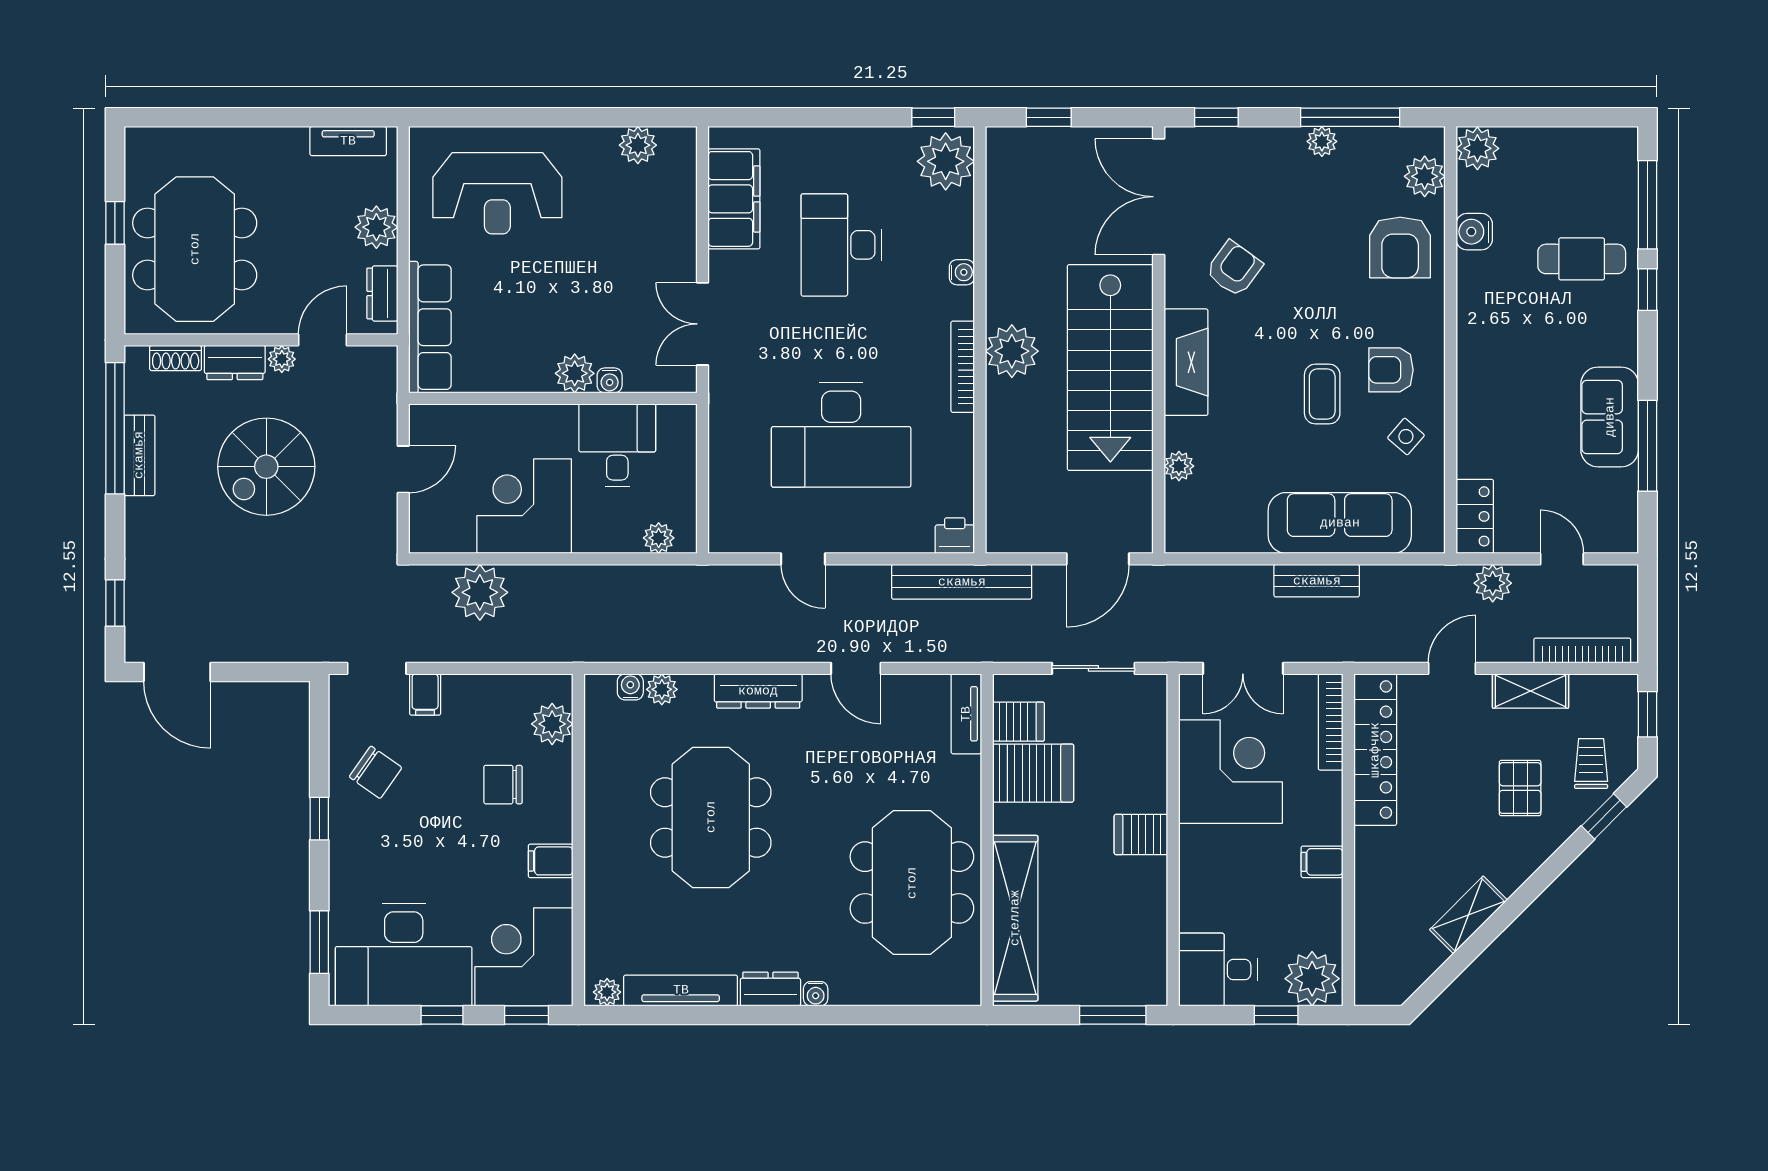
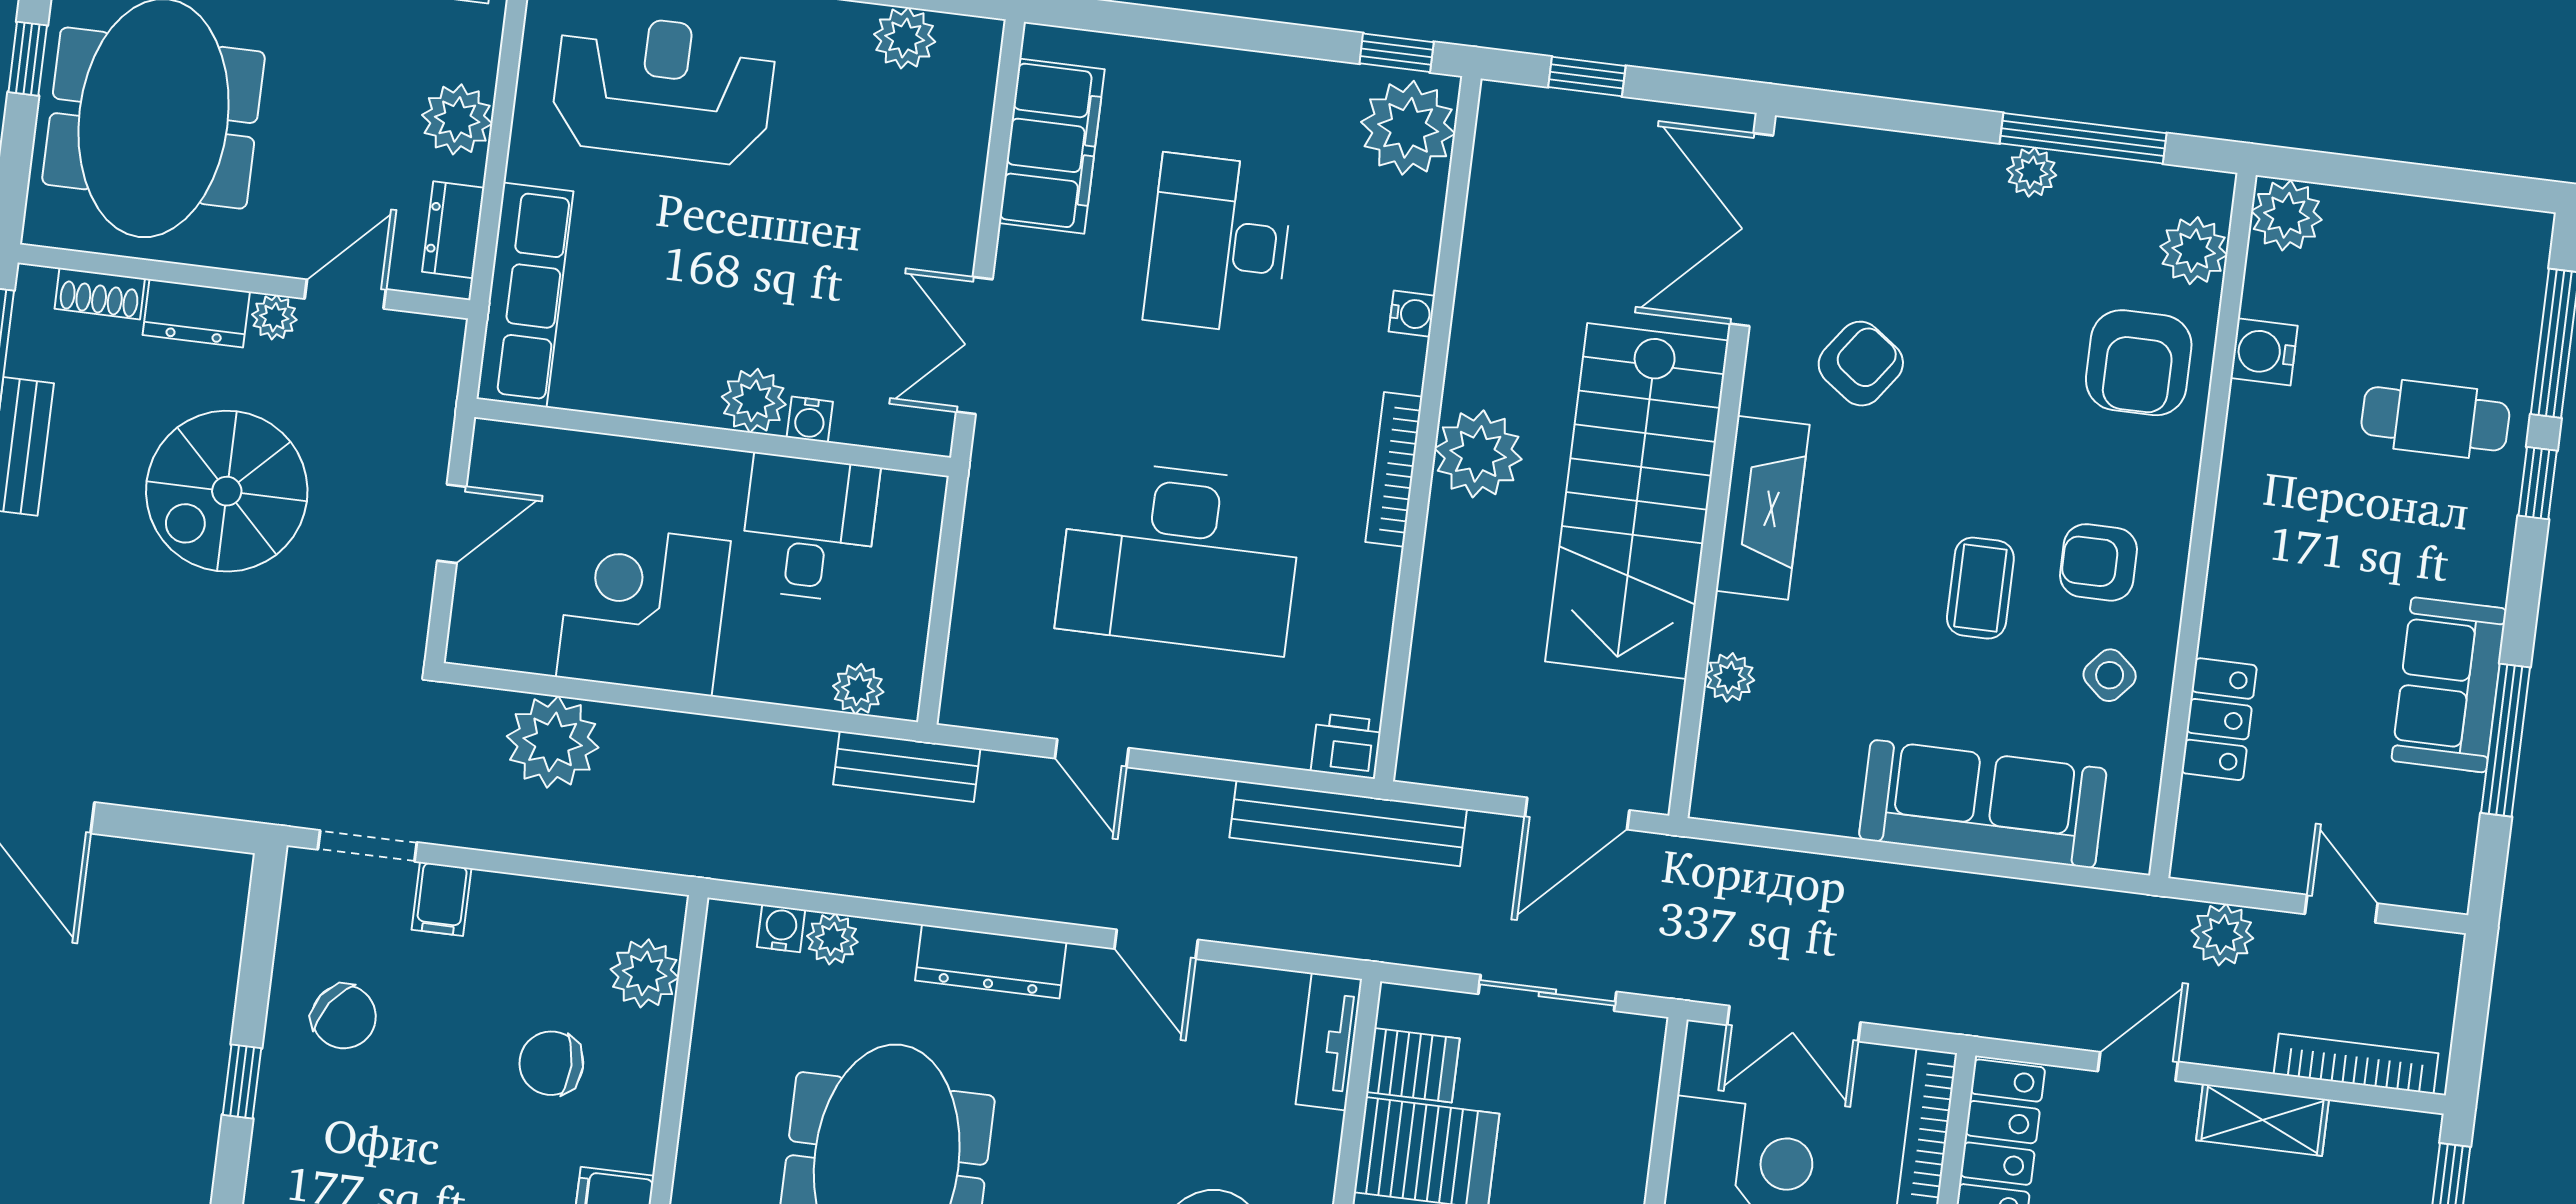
window: (1216, 117) -> (1863, 111), removed
reception desk: (497, 193) -> (663, 88), turned 180
locker: (1475, 516) -> (2219, 719), moved
bench: (1317, 581) -> (907, 766), moved

